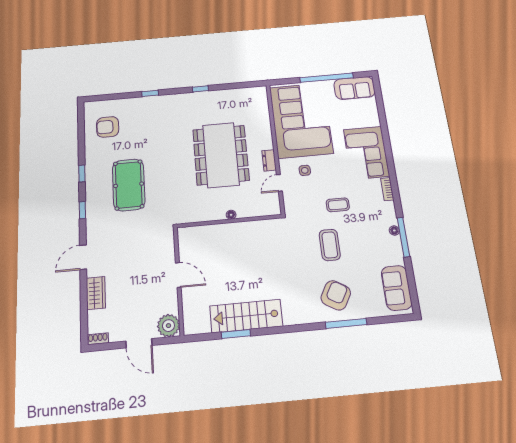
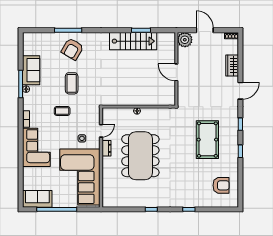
sofa: (397, 288) -> (31, 70), moved

